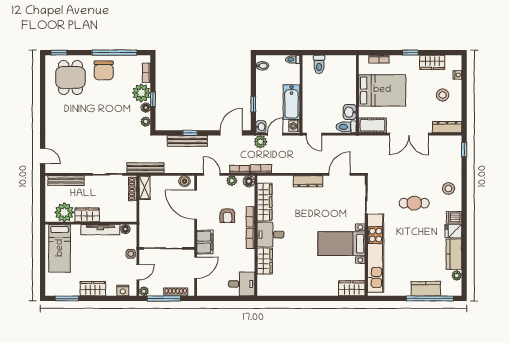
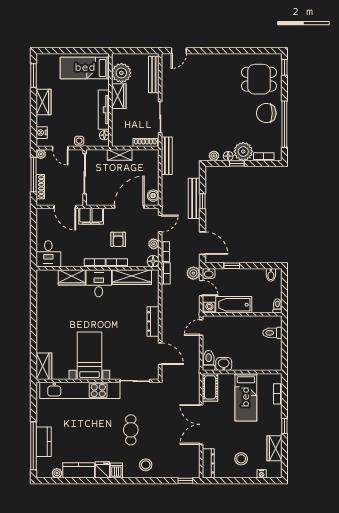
bed: (382, 90) -> (246, 397), width x0.67
shelving: (145, 188) -> (120, 155), moved
armchair: (227, 215) -> (118, 239), turned -90

